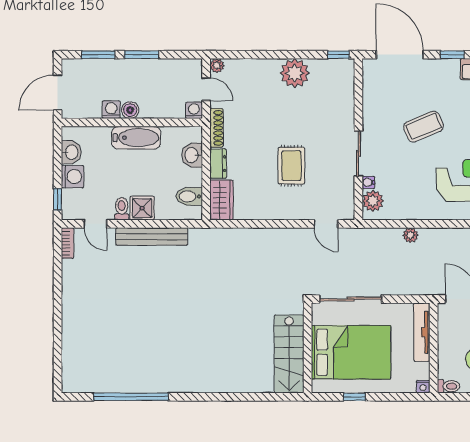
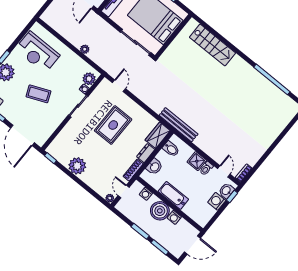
boiler: (130, 110) -> (160, 211), width x1.86, depth x1.86
washing machine: (194, 110) -> (146, 194), moved
washbasin: (71, 152) -> (226, 191), moved
rug: (291, 166) -> (113, 125), width x1.36, depth x1.43
bench: (152, 237) -> (179, 125), moved
stairs: (289, 354) -> (213, 45), moved, turned 90

